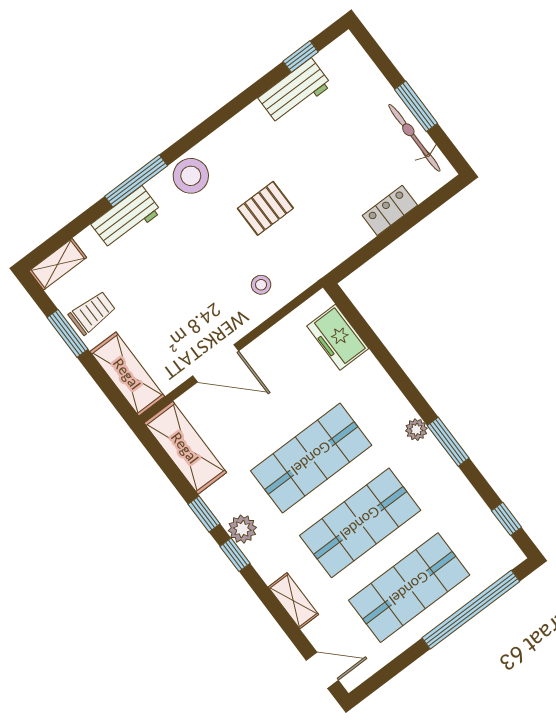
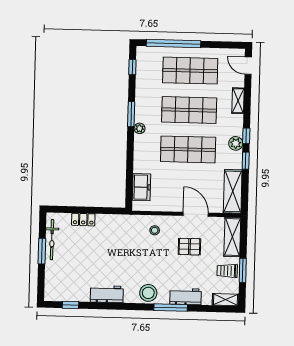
workbench: (295, 91) -> (107, 294), moved
pallet: (265, 208) -> (189, 247), moved

